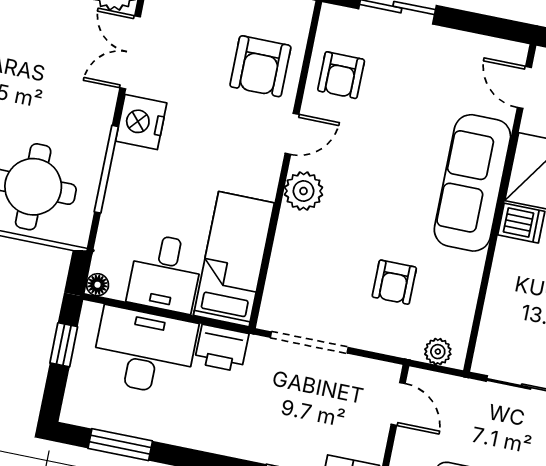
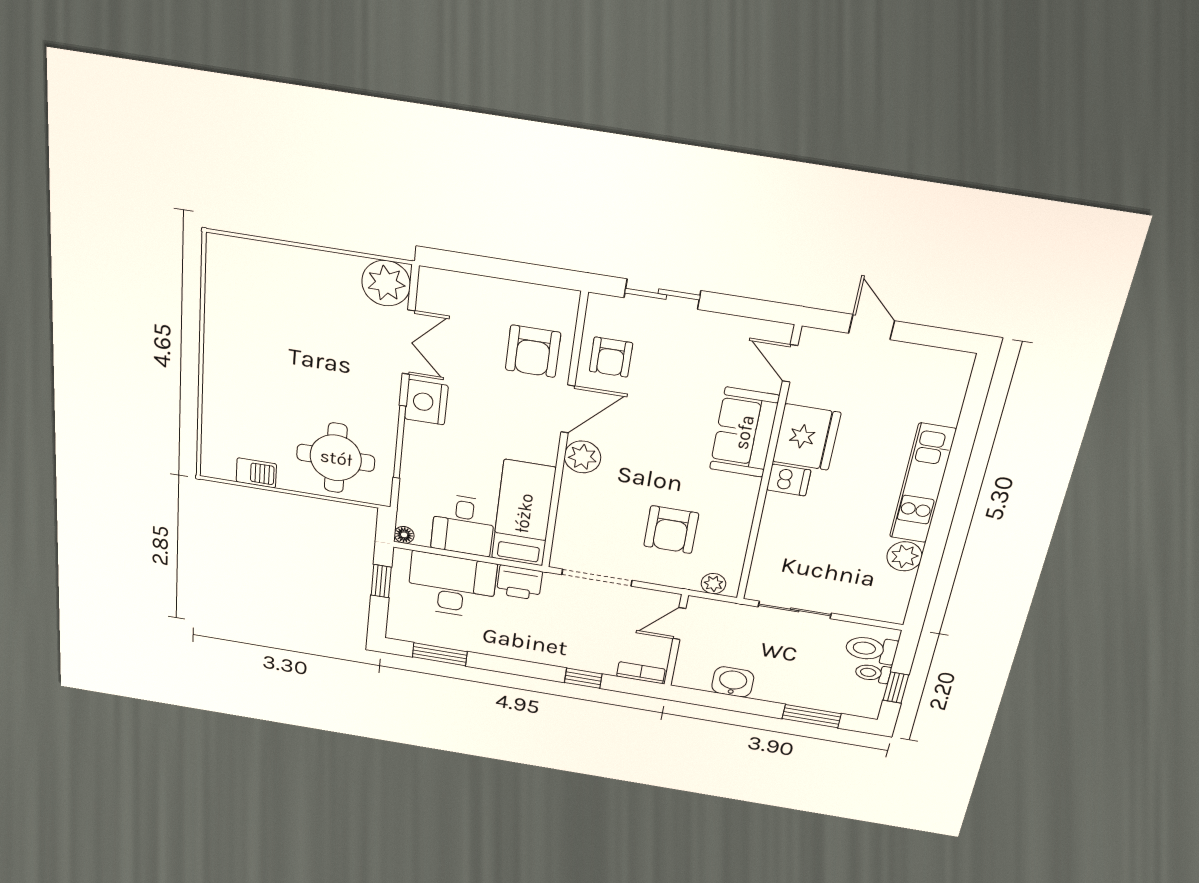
double door: (130, 52) -> (408, 342), swing flipped
door: (292, 134) -> (568, 409), width x1.38
sofa: (472, 183) -> (744, 432), width x0.73
armchair: (394, 282) -> (671, 530), width x1.38, depth x1.38
door: (398, 404) -> (679, 624), swing flipped

